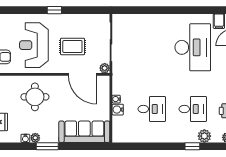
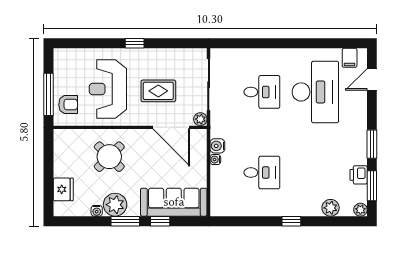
round table: (35, 97) -> (109, 157), turned 45
desk: (193, 109) -> (262, 92), moved
water cooler: (118, 110) -> (217, 146), moved
plant: (35, 138) -> (115, 205), width x1.88, depth x1.88
window: (74, 146) -> (160, 221), added
window: (192, 146) -> (291, 221), moved

